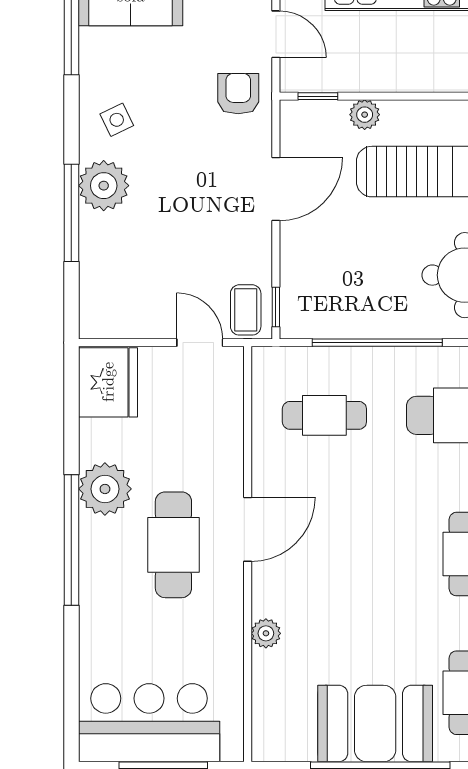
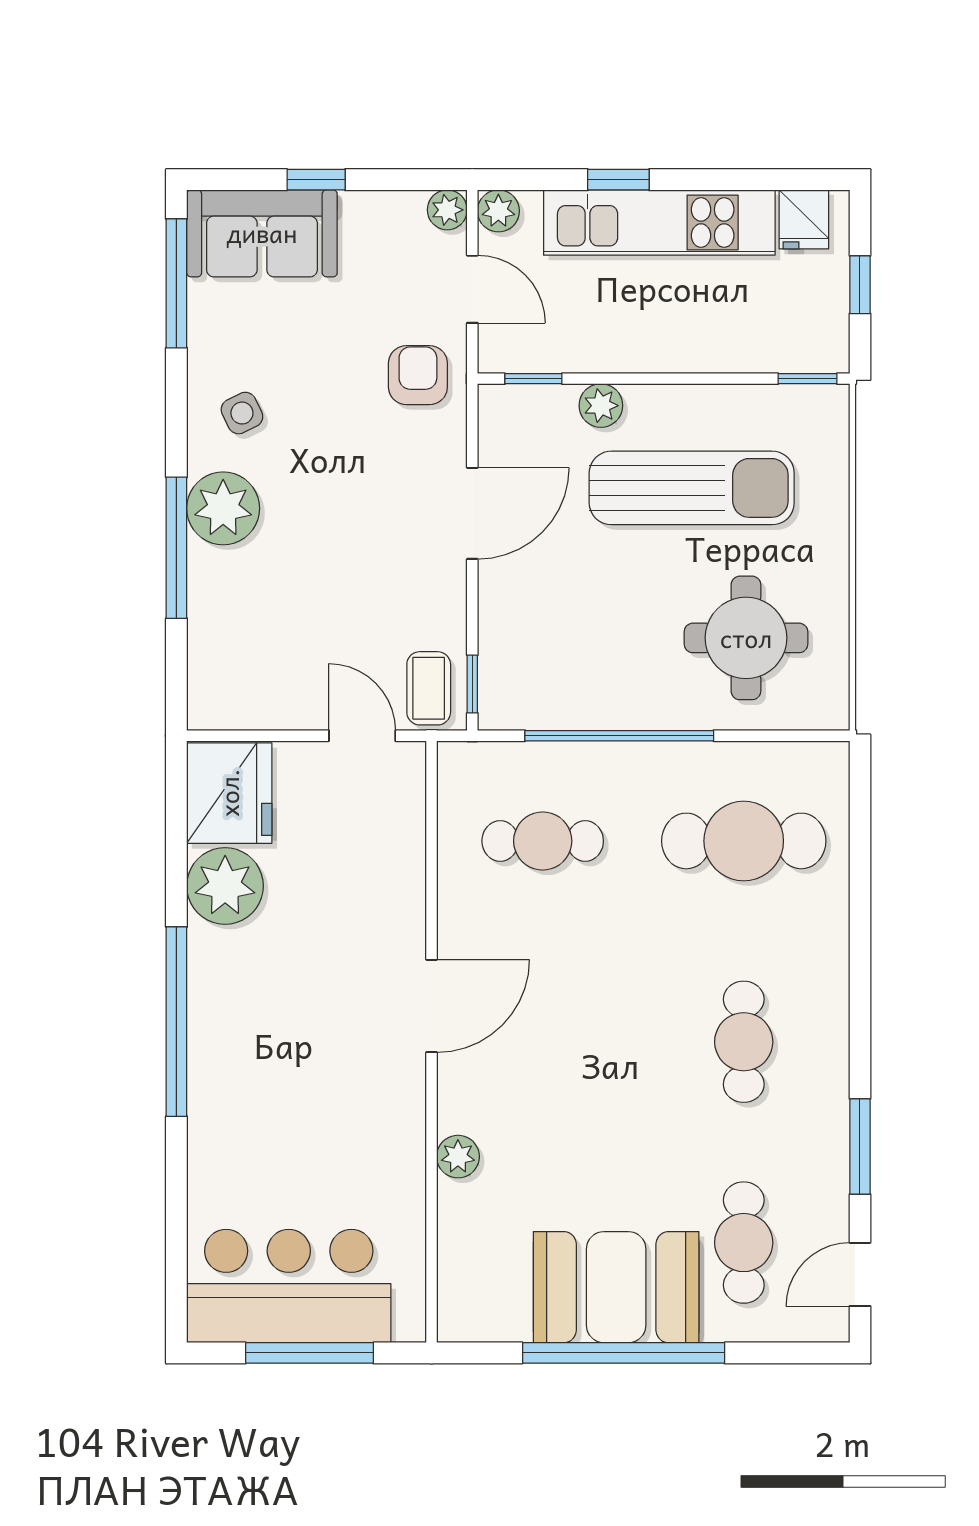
plant: (105, 489) -> (225, 886), moved
cafe table: (173, 545) -> (324, 1028), removed

